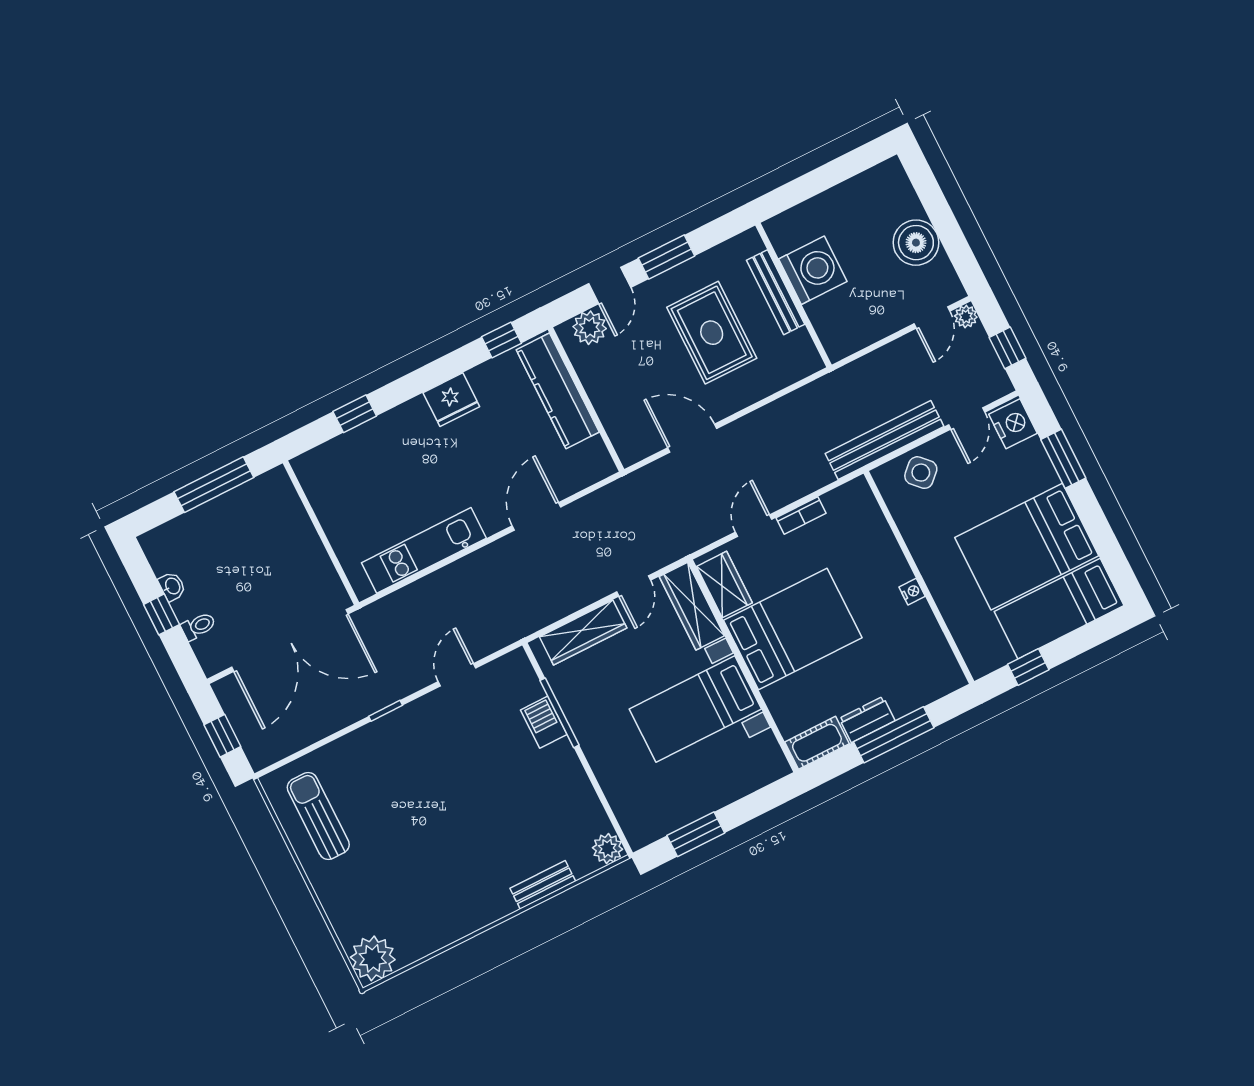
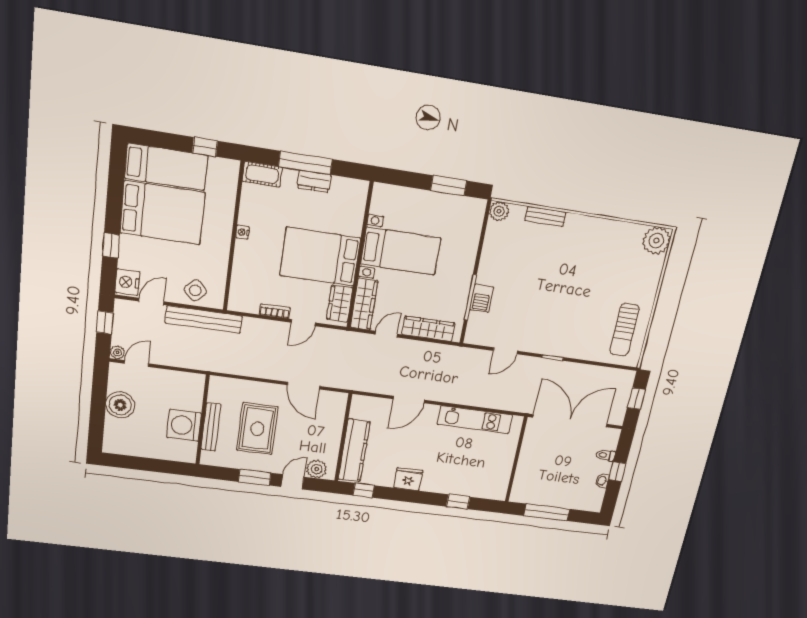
window: (1063, 459) -> (111, 246), width x0.67
cot: (817, 743) -> (262, 174), moved

